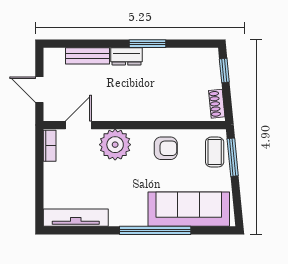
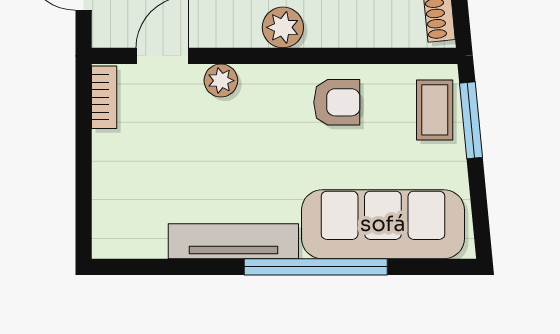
plant: (139, 111) -> (283, 27), added
plant: (115, 145) -> (221, 81), width x0.53, depth x0.53
tv unit: (76, 218) -> (233, 241), moved

